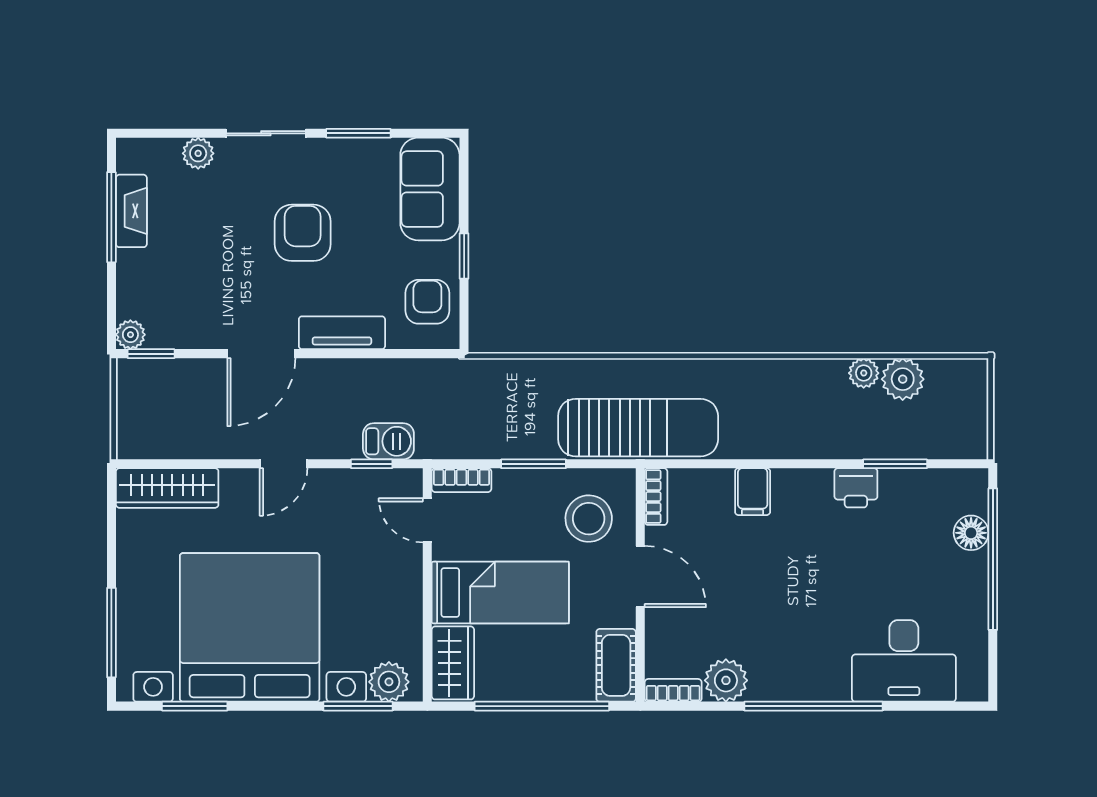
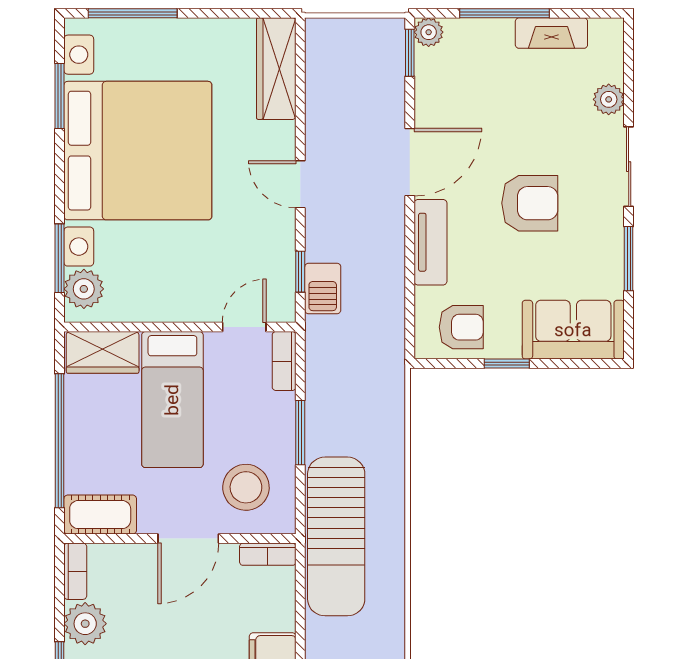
window: (111, 217) -> (505, 13), moved
door: (261, 354) -> (410, 162), swing flipped

